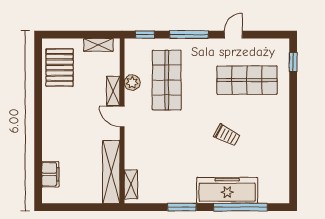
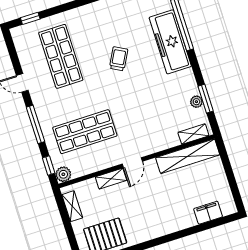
plant: (132, 83) -> (63, 174), moved
plant: (161, 197) -> (196, 102), added
window: (182, 207) -> (206, 99), moved

